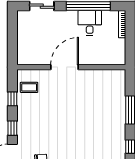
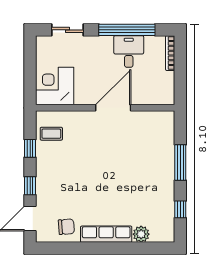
corner desk: (32, 50) -> (55, 86), added
door: (65, 67) -> (113, 108), moved

